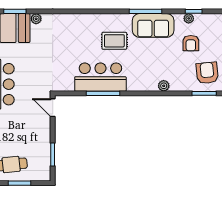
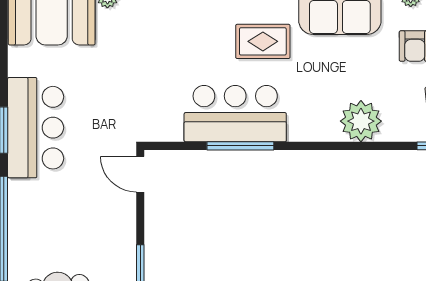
plant: (164, 86) -> (361, 121), width x1.87, depth x1.87

